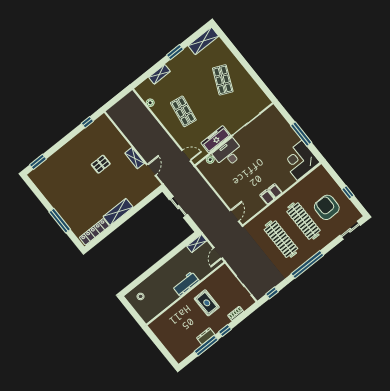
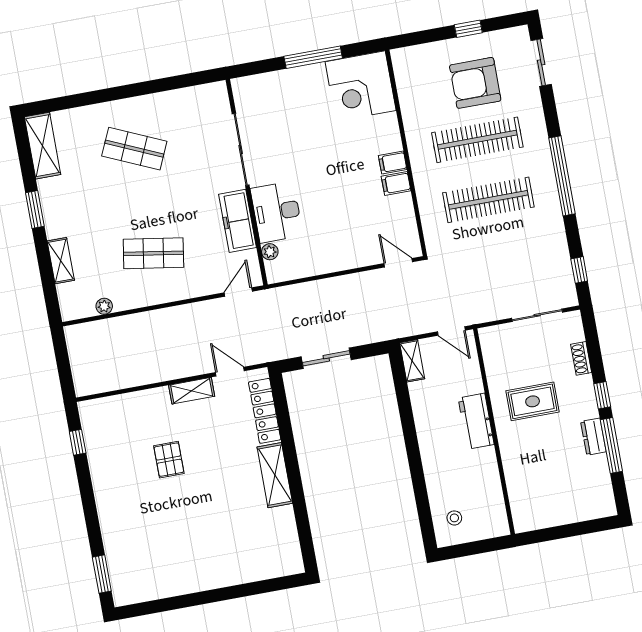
window: (60, 221) -> (233, 592), removed
locker: (94, 232) -> (265, 411), moved

